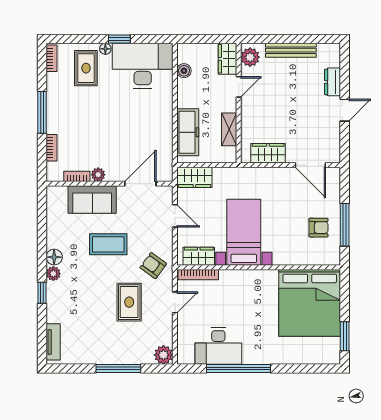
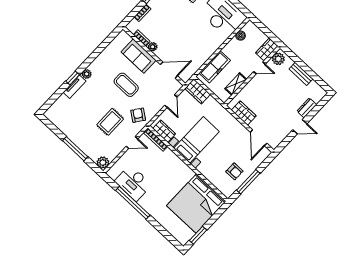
bench: (291, 50) -> (301, 74), width x0.73
floor lamp: (54, 257) -> (95, 66), removed
tv unit: (53, 342) -> (75, 87), moved

